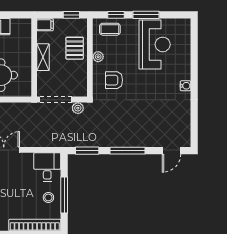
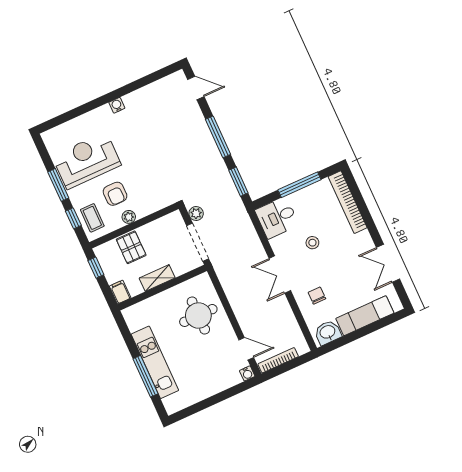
pallet: (75, 48) -> (131, 247), turned 90
armchair: (114, 80) -> (115, 194), moved
stool: (48, 197) -> (312, 243), moved

